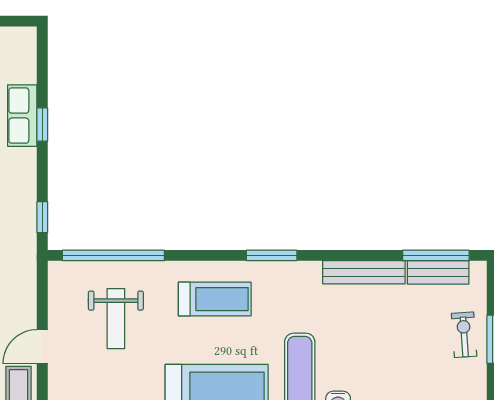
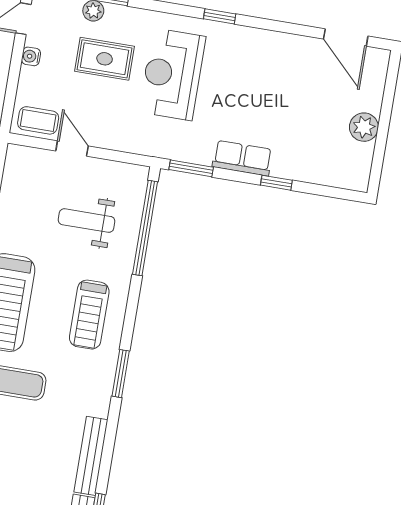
row of seats: (22, 116) -> (242, 158), moved
window: (42, 217) -> (191, 168), width x1.50

